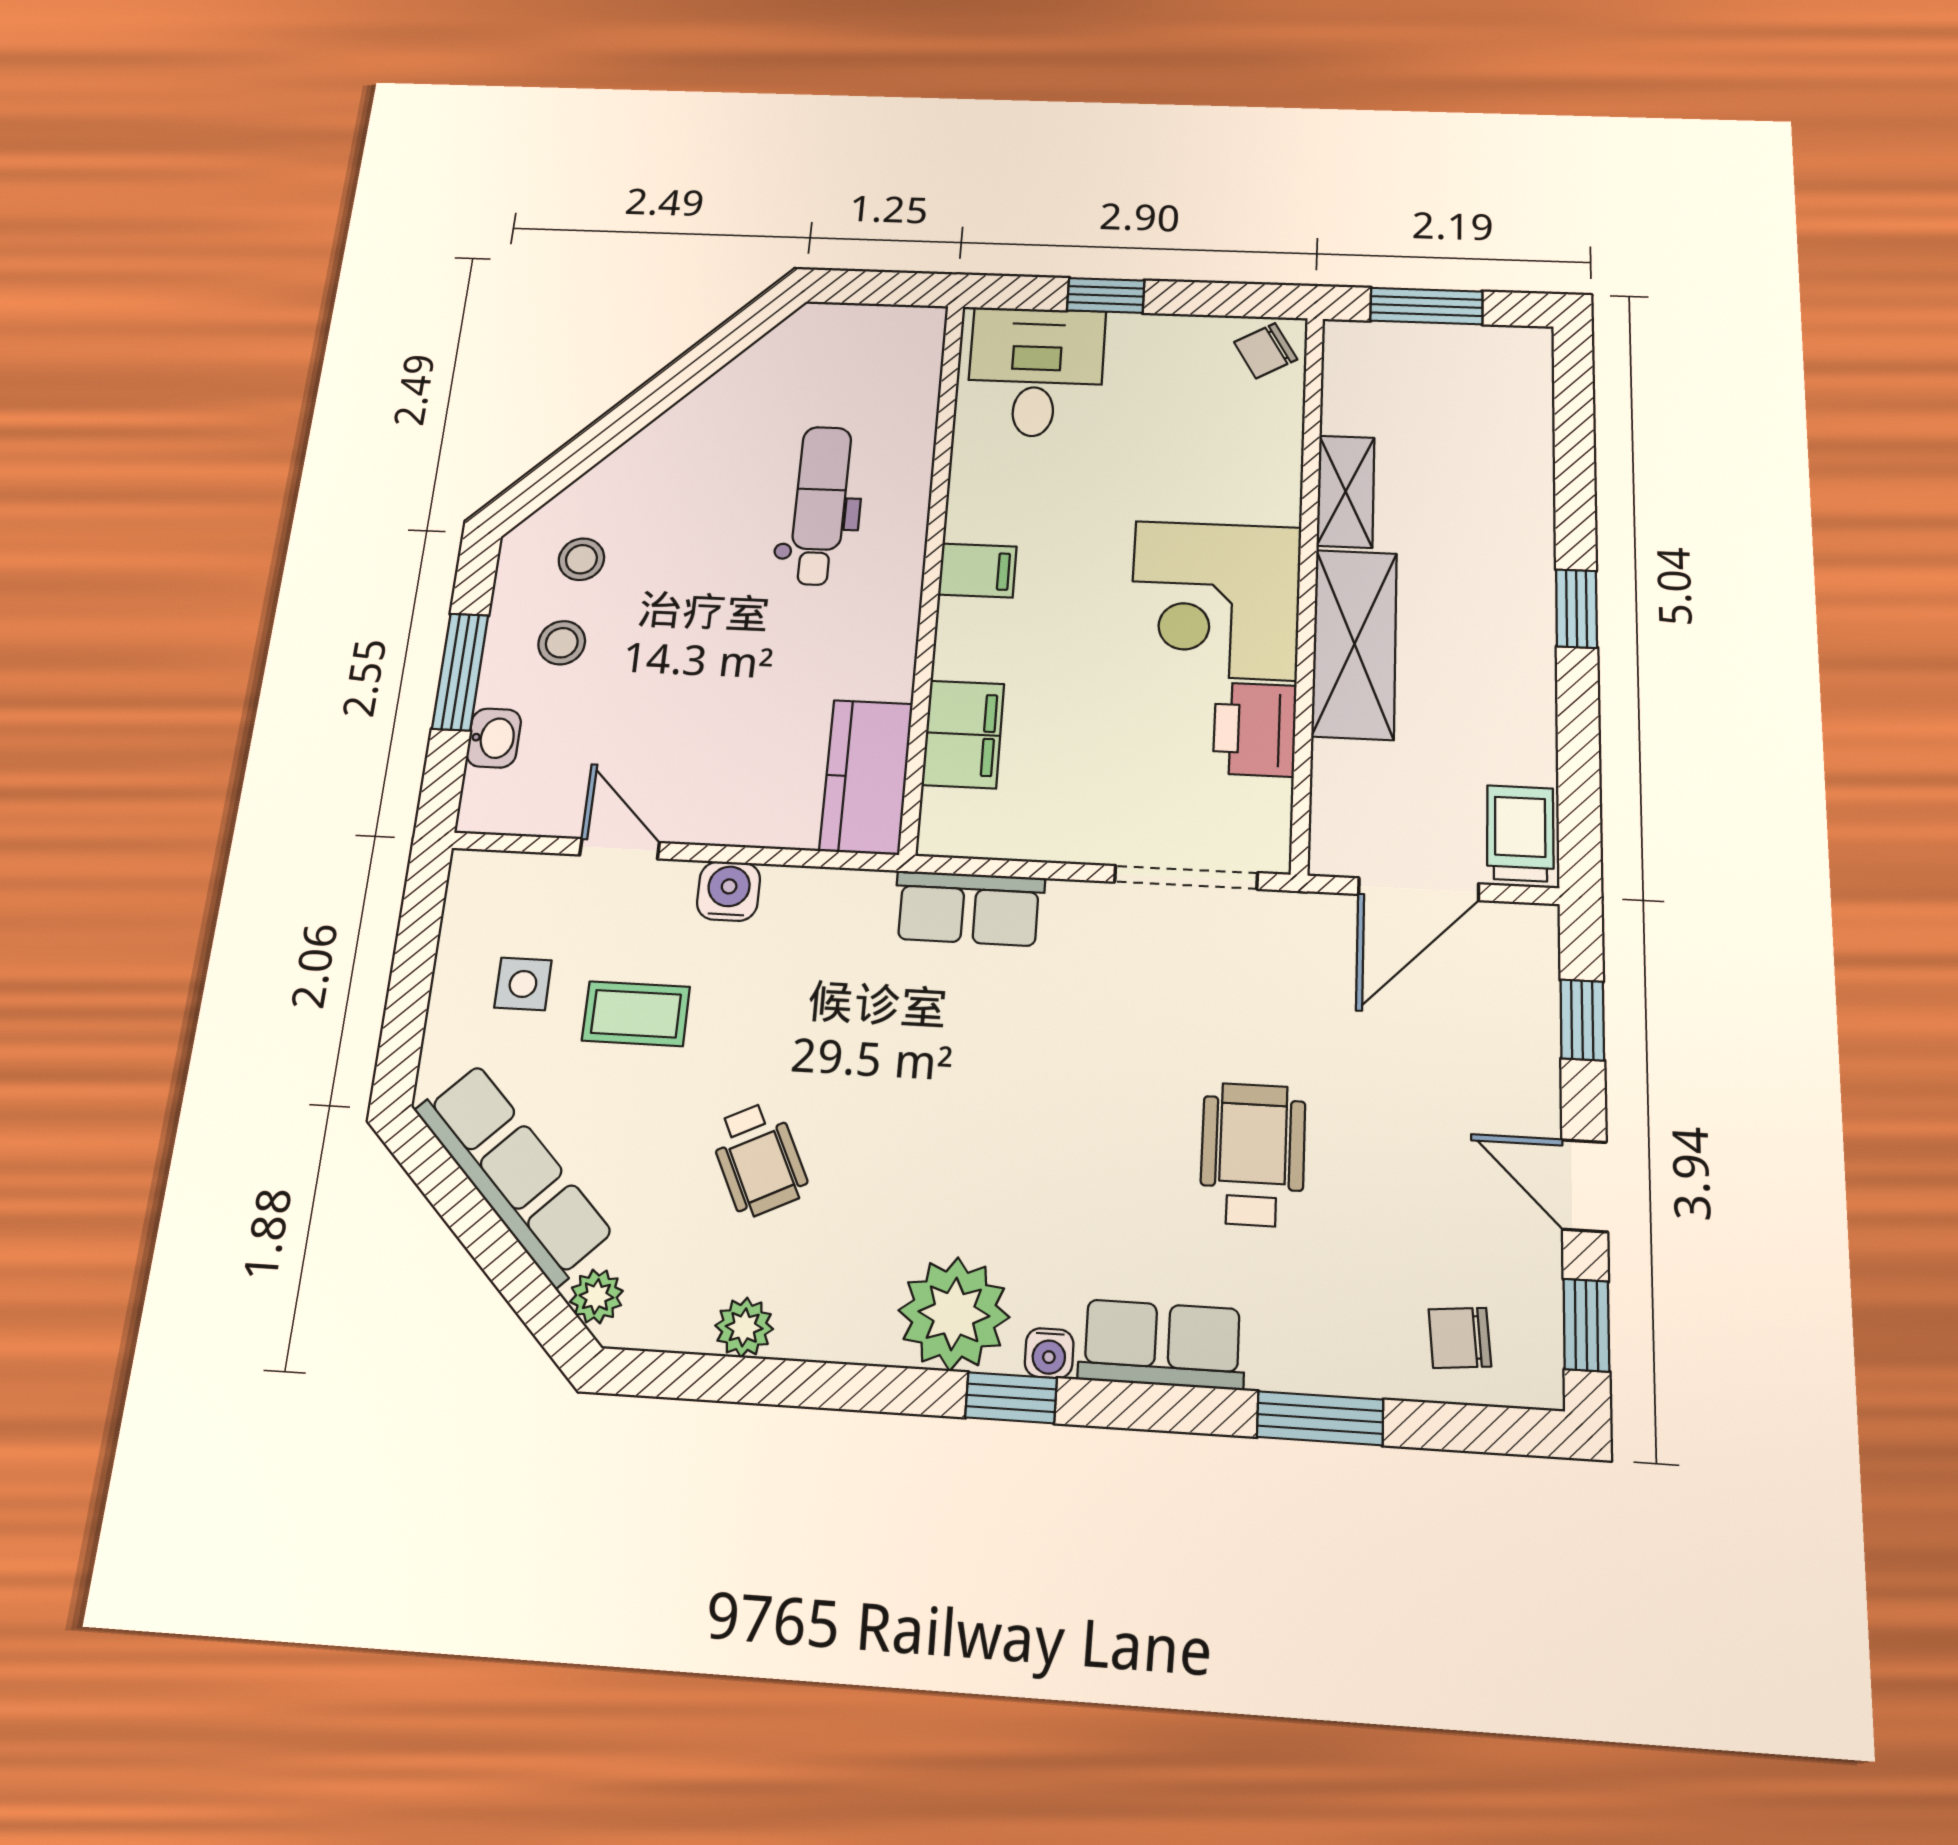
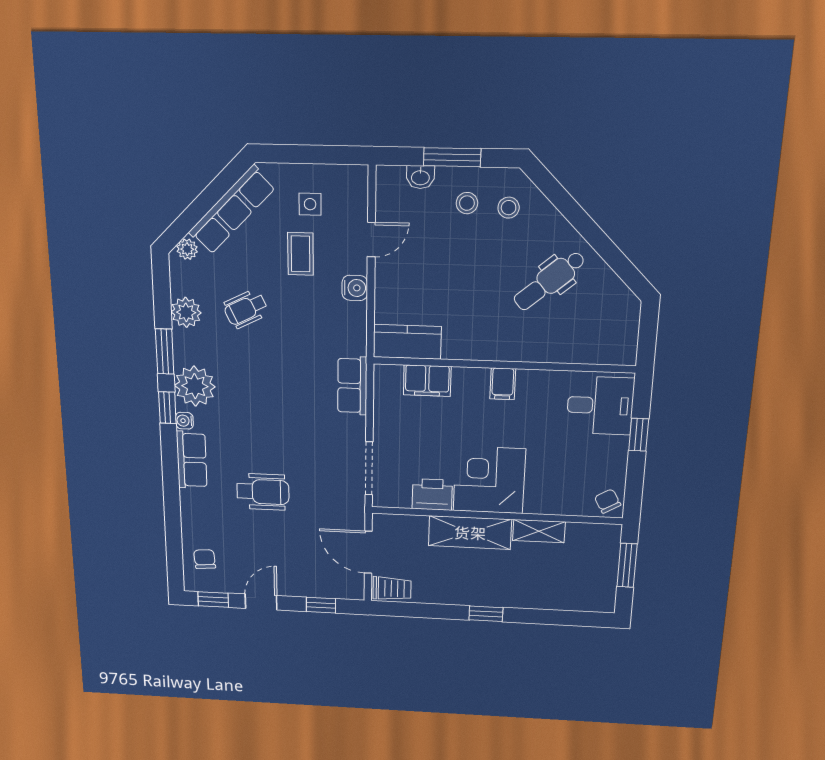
dental chair: (820, 505) -> (549, 281), moved, turned 140
plant: (744, 1327) -> (186, 312), width x1.38, depth x1.38
window: (1320, 1418) -> (165, 351), moved

